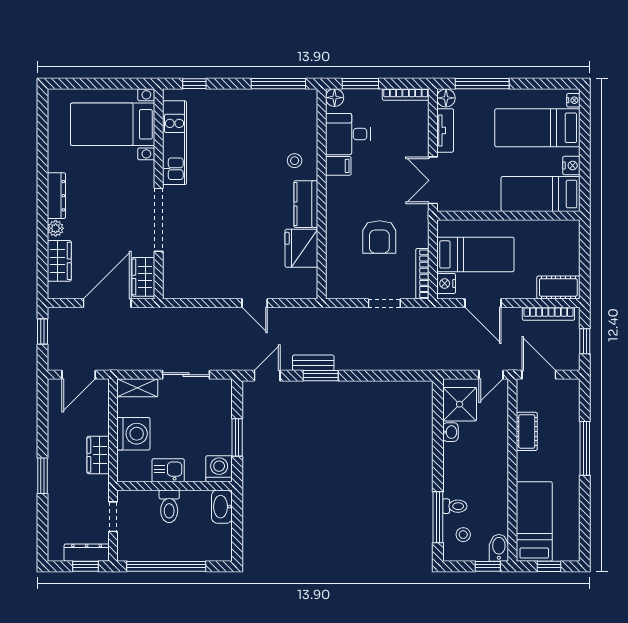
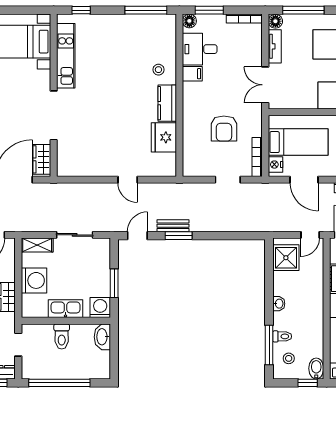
washbasin: (450, 432) -> (279, 304), moved
kitchen sink: (168, 470) -> (66, 309), width x1.38

